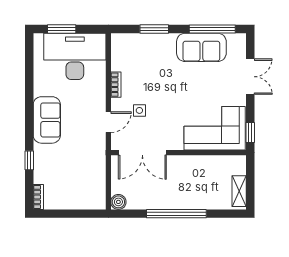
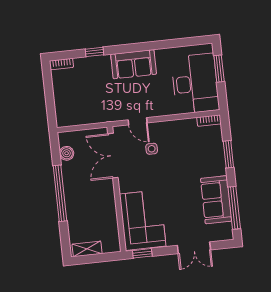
bookcase: (116, 85) -> (209, 121), moved
boiler: (118, 202) -> (67, 153), moved

